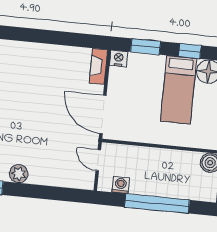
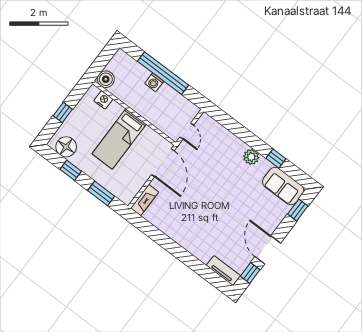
nightstand: (119, 58) -> (103, 100), moved, turned 180
bed: (179, 90) -> (119, 139), moved, turned 180
washing machine: (121, 185) -> (154, 82), moved

